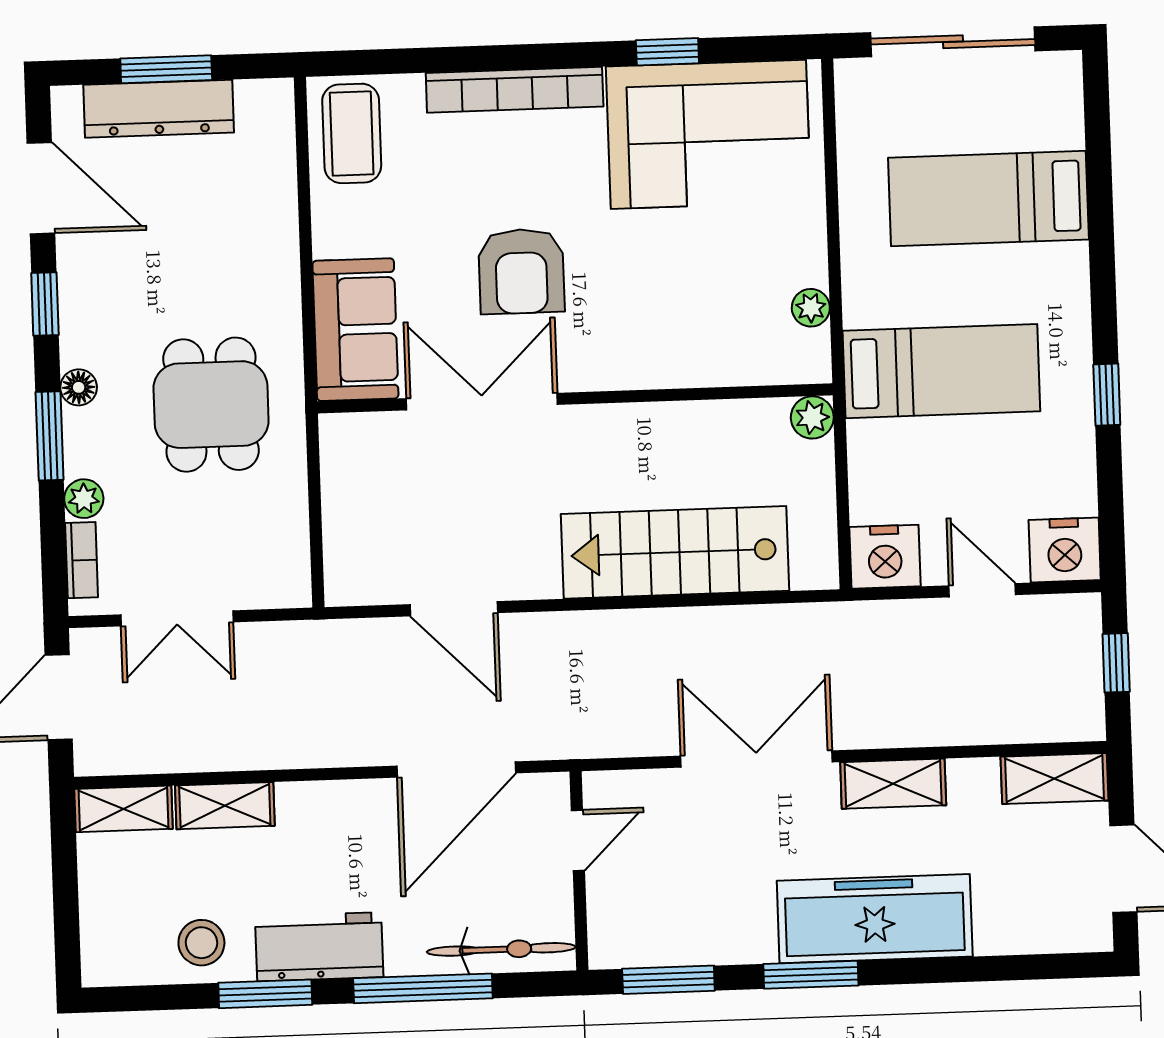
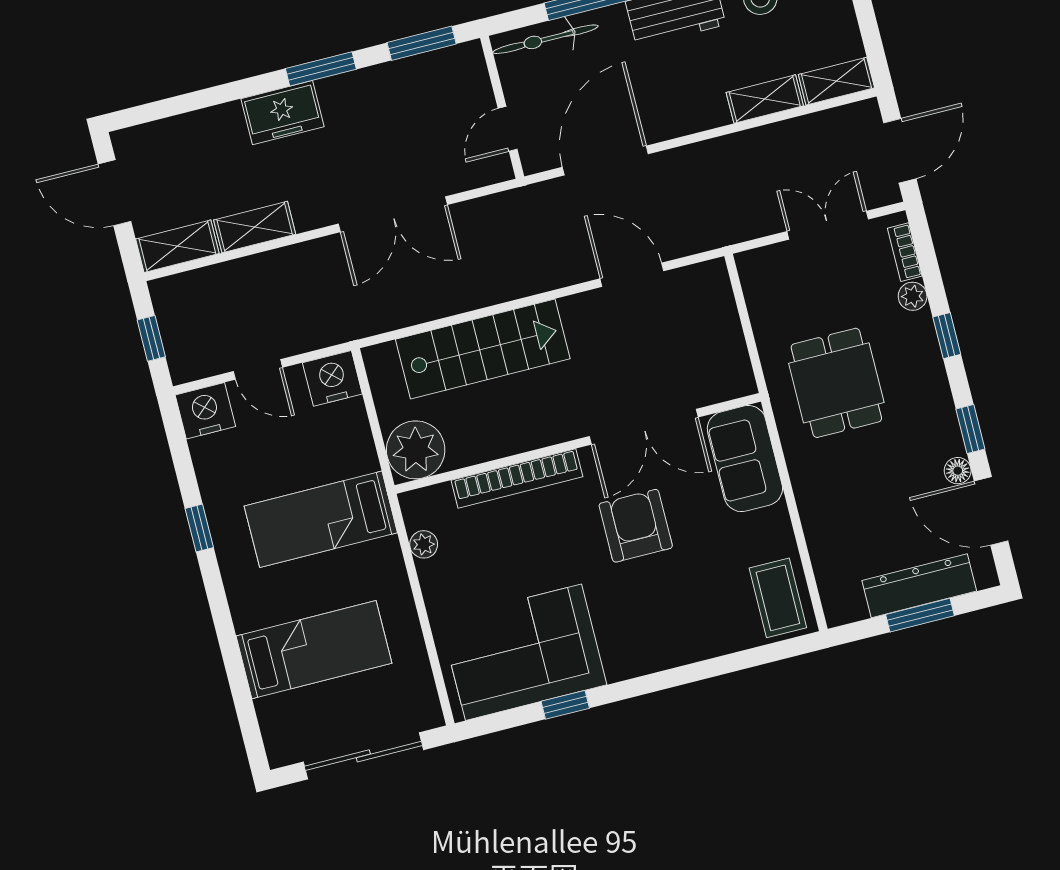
bookcase: (515, 90) -> (517, 478), moved, turned 180
floor lamp: (79, 387) -> (958, 471), moved
plant: (812, 417) -> (416, 450), width x1.88, depth x1.88
window: (50, 436) -> (947, 336), width x0.67
shelving: (893, 784) -> (255, 227), moved
freezer: (875, 919) -> (282, 113), width x0.52, depth x0.79

